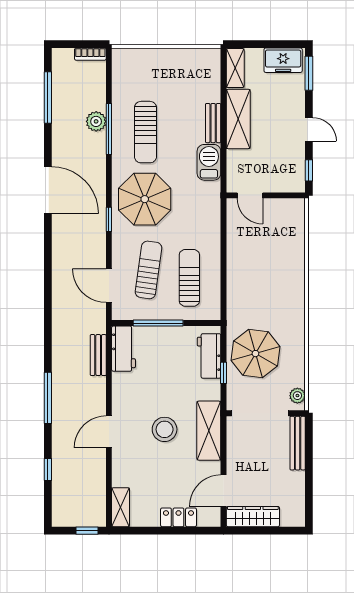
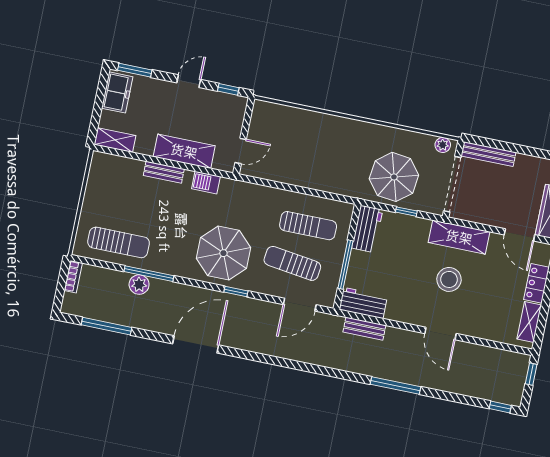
shelving: (238, 119) -> (184, 151), moved
sun lounger: (145, 132) -> (119, 242), moved
barbecue: (209, 162) -> (206, 183), width x0.73, depth x0.79
sun lounger: (189, 278) -> (308, 226), turned 180
workbench: (209, 356) -> (367, 229), moved, turned -90
window: (48, 470) -> (500, 407), moved
shelving: (121, 507) -> (529, 322), moved, turned 90

